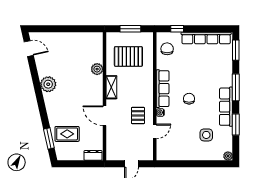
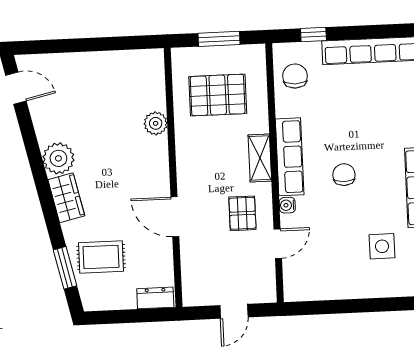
shelving: (111, 87) -> (260, 158), moved
wardrobe: (51, 104) -> (66, 198), added

